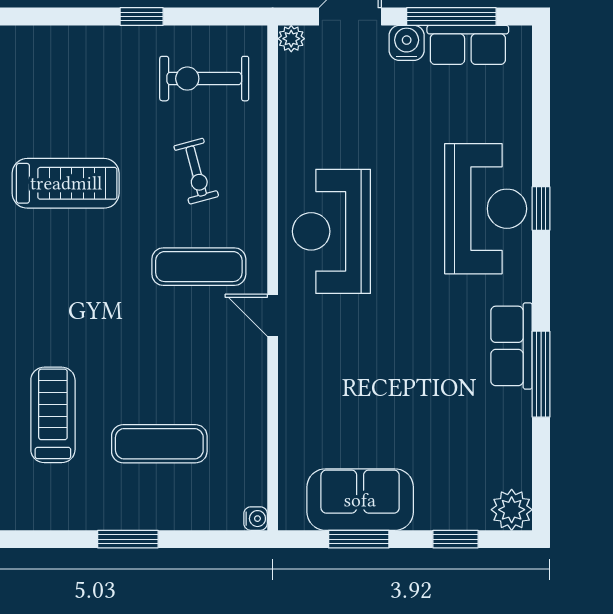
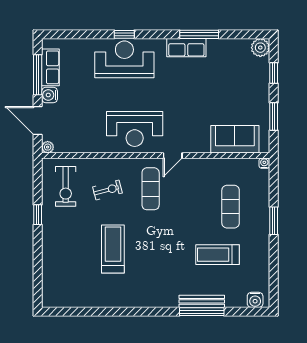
sofa: (360, 500) -> (235, 139), moved, turned 90

